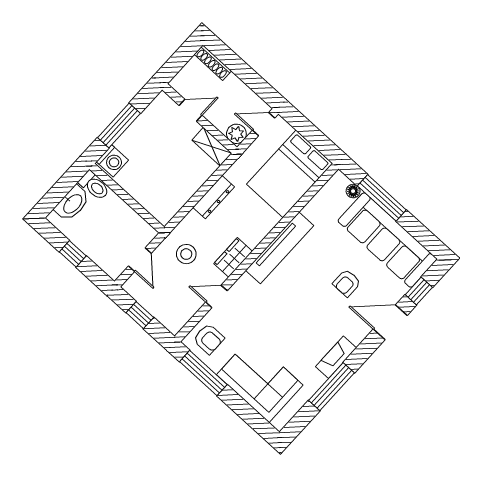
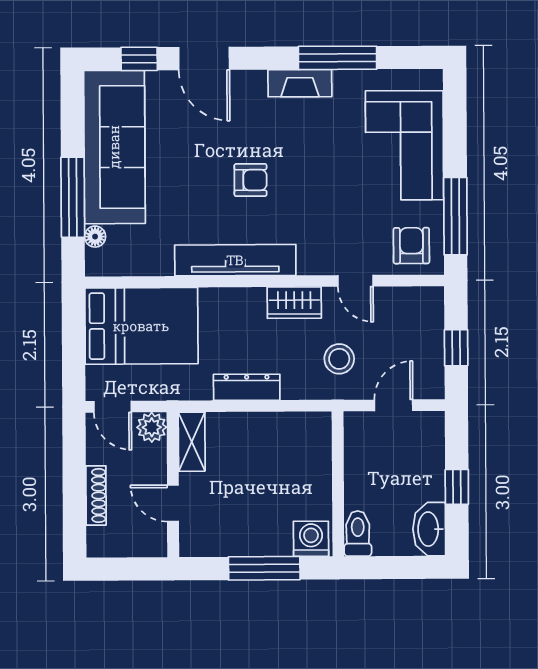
shoe rack: (213, 63) -> (96, 496), moved
washbasin: (72, 203) -> (429, 529), moved, turned -90
armchair: (347, 283) -> (251, 180), moved

